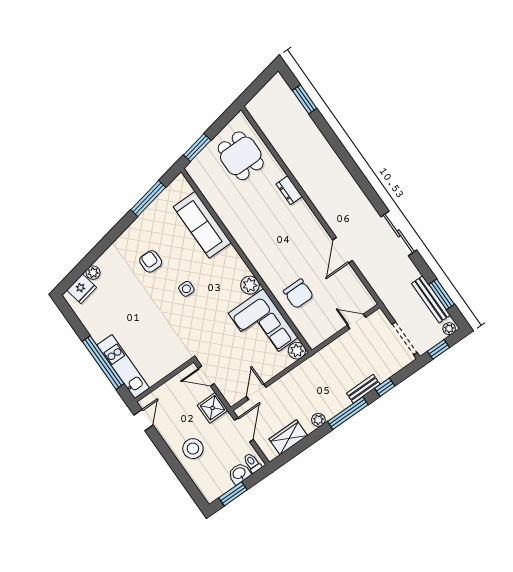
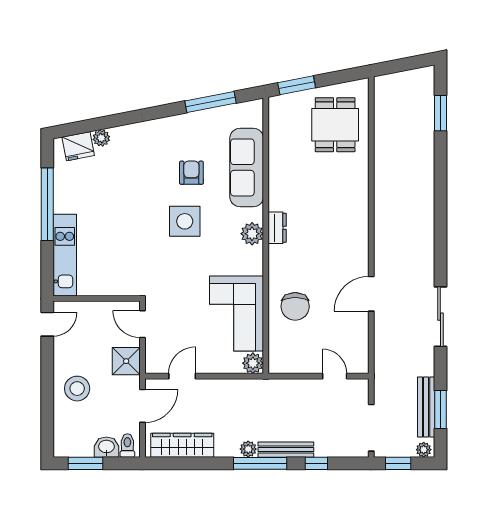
dresser: (289, 190) -> (277, 228), moved, turned 180
armchair: (151, 261) -> (191, 173), moved
plant: (250, 285) -> (252, 234), moved
side table: (186, 289) -> (185, 221), width x1.87, depth x1.87
window: (103, 363) -> (47, 204), moved
bench: (363, 389) -> (286, 450), width x1.36
plant: (318, 420) -> (248, 449), moved
wardrobe: (288, 437) -> (182, 445), width x1.50

